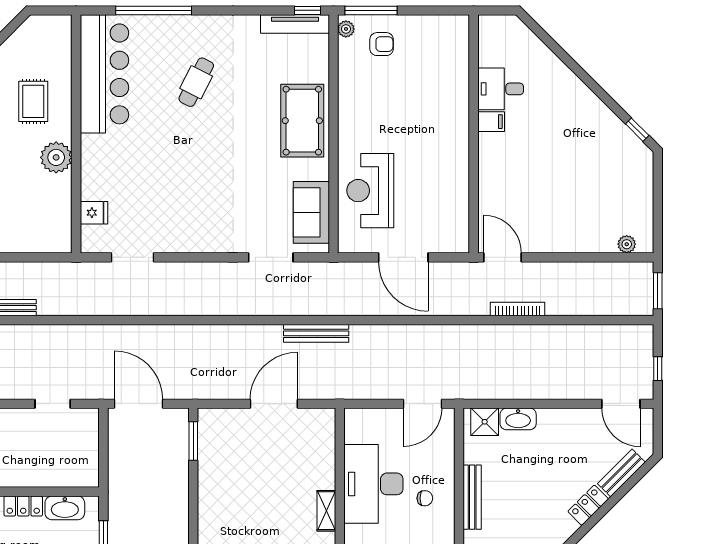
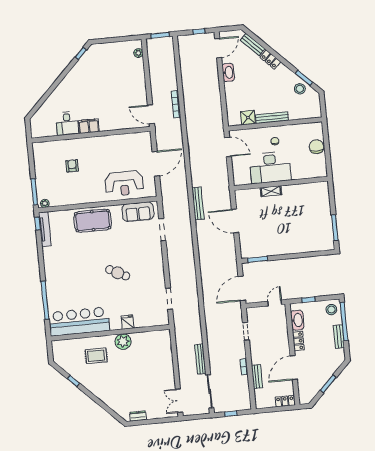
armchair: (382, 44) -> (72, 166), moved
cafe table: (196, 82) -> (118, 273), moved
filing cabinet: (491, 122) -> (89, 126), width x2.00
fridge: (94, 213) -> (128, 322), moved
door: (503, 257) -> (151, 114), hinge flipped
washbasin: (518, 419) -> (228, 72), moved
shower: (485, 422) -> (248, 118), moved
door: (103, 467) -> (275, 303), added
shelving: (326, 511) -> (271, 191), moved

